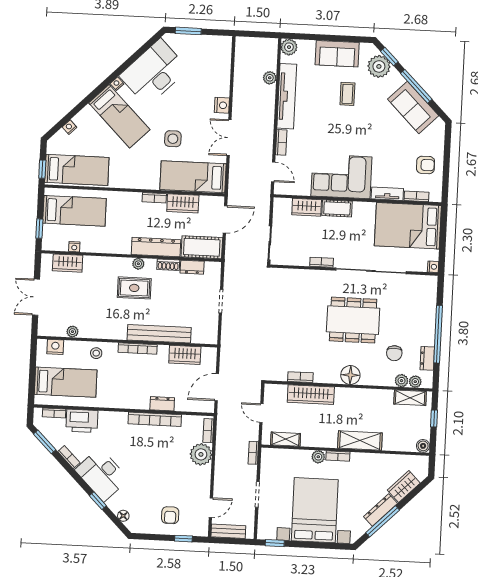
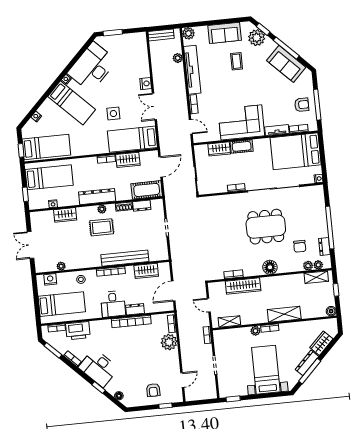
window: (446, 168) -> (317, 105), added
dresser: (156, 247) -> (97, 197), moved
wardrobe: (68, 263) -> (65, 215), moved
desk: (134, 392) -> (113, 304), added
bed with nightstands: (315, 510) -> (266, 370), width x0.73
bench: (228, 531) -> (161, 35), moved

